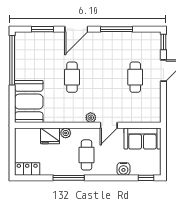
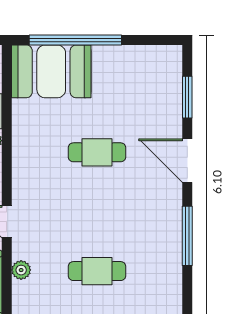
window: (12, 60) -> (75, 40), moved
plant: (91, 118) -> (21, 270), moved

